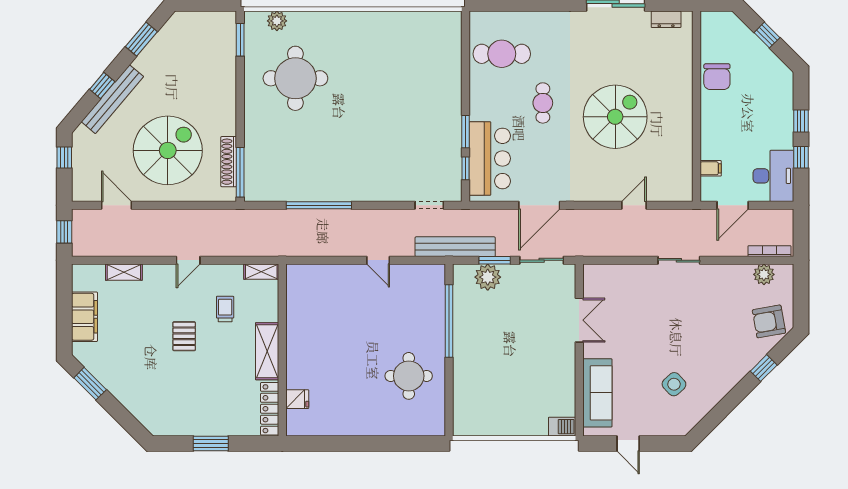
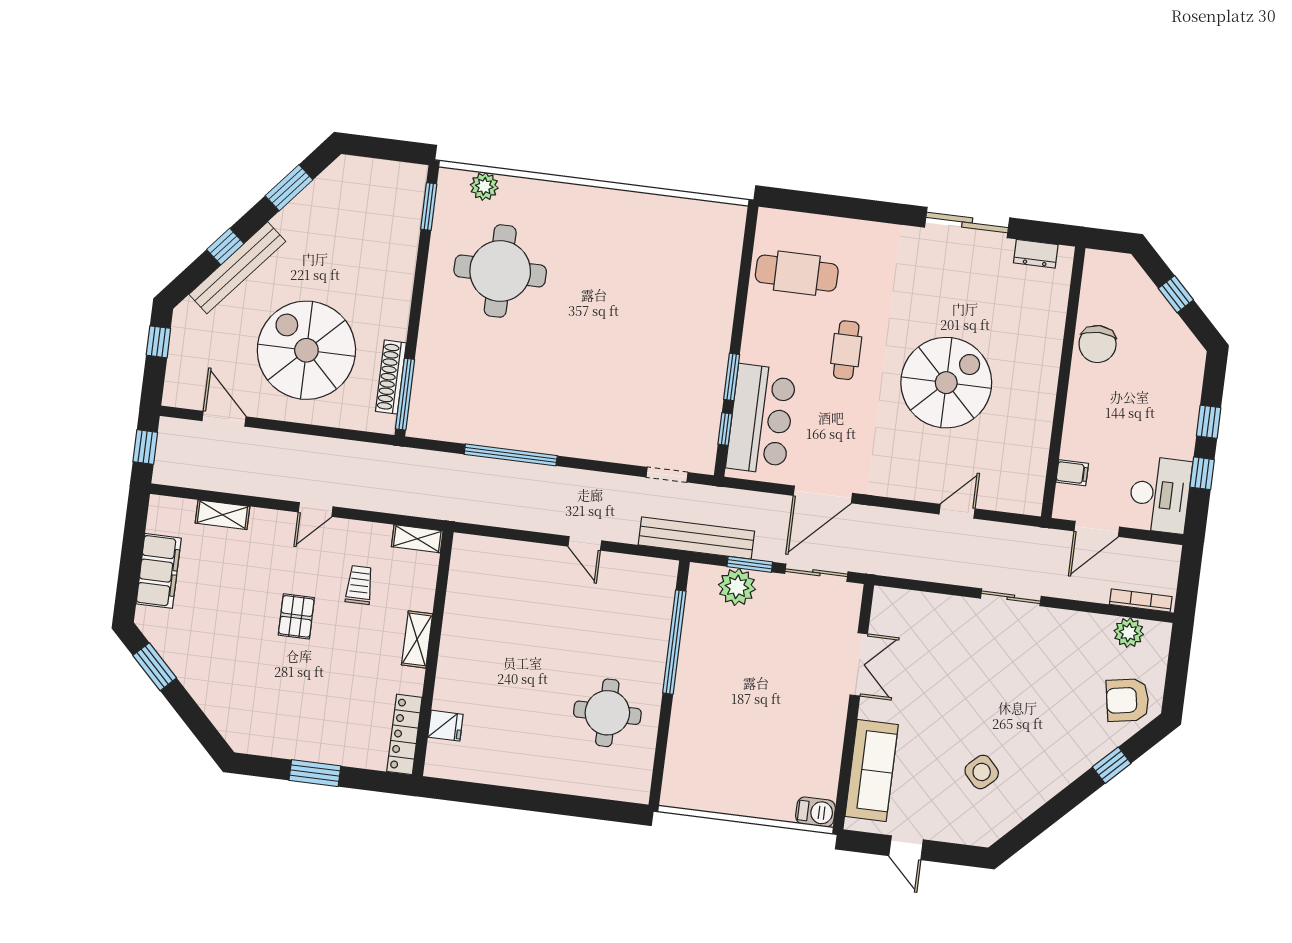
spiral stairs: (168, 150) -> (306, 350), turned -90
shelving: (267, 351) -> (417, 639), width x0.67, depth x0.75

